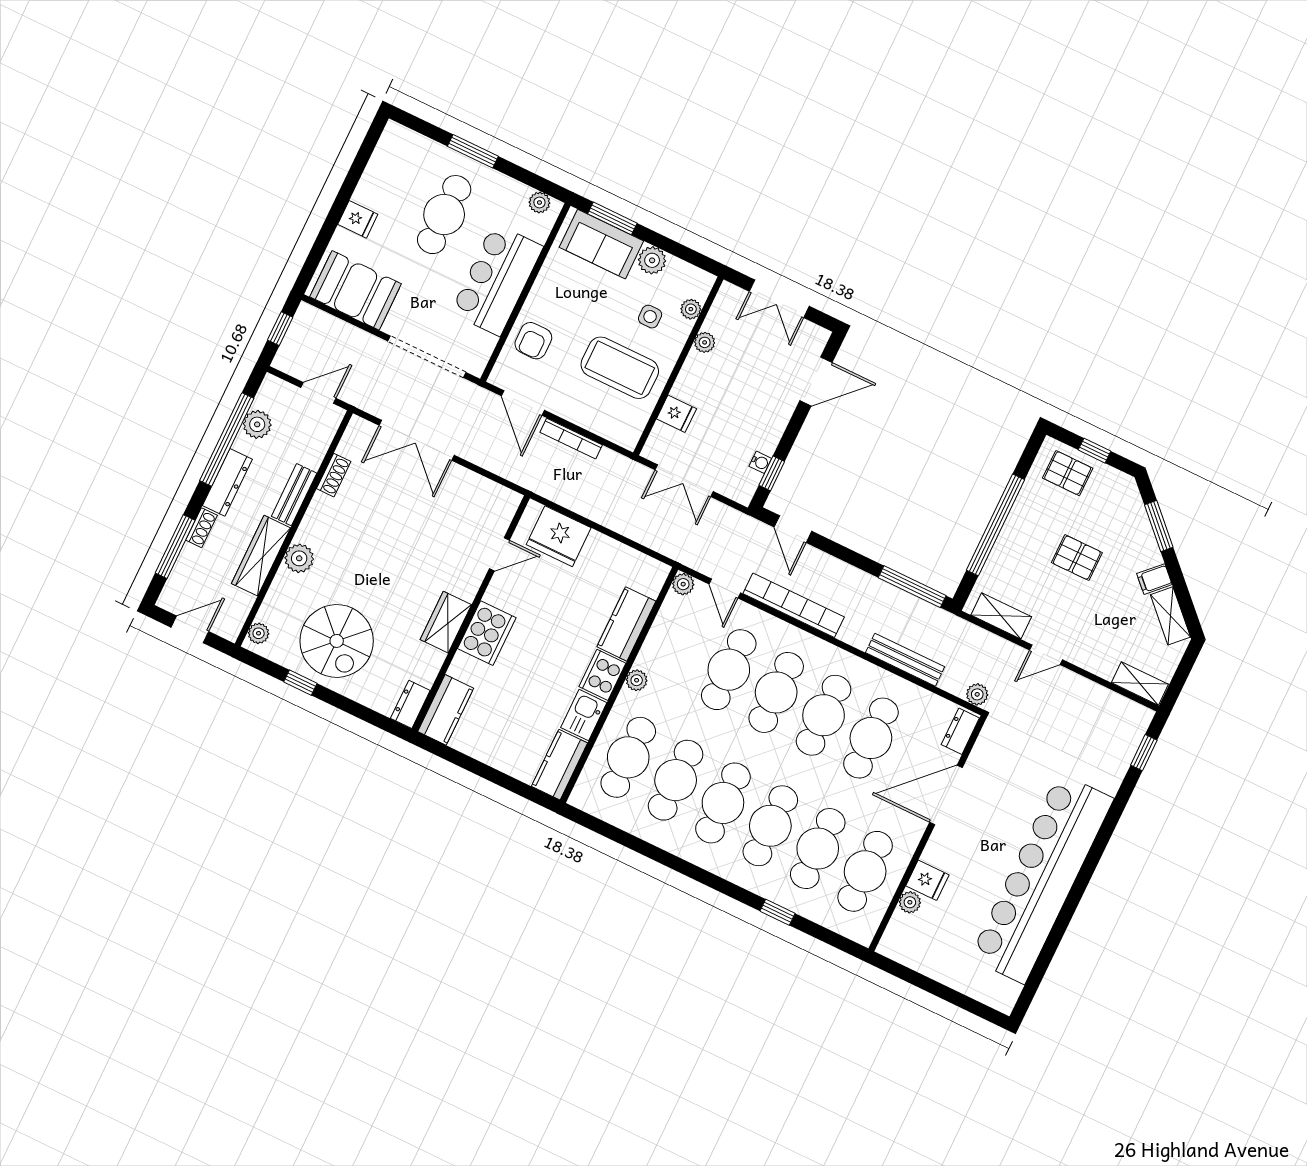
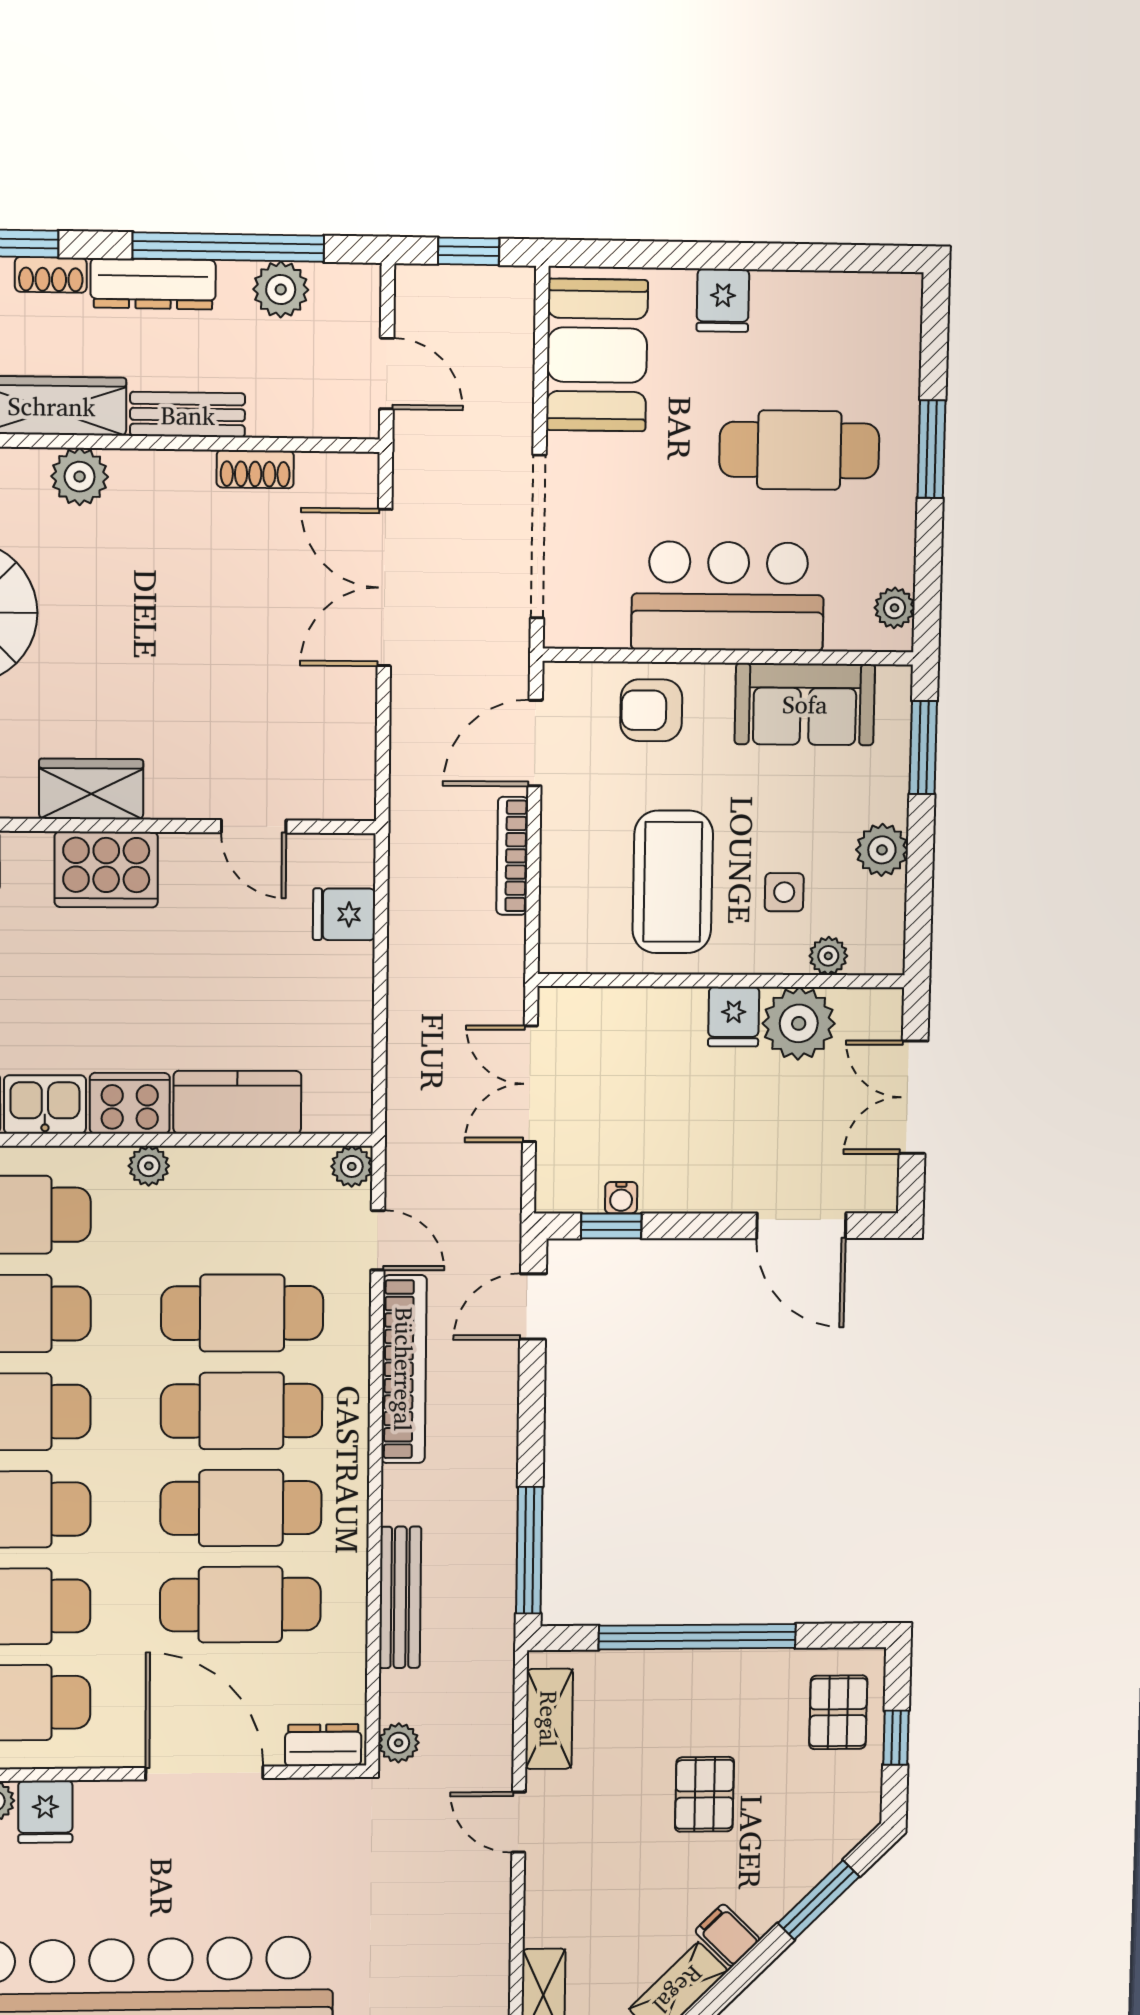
sofa: (601, 244) -> (805, 704), moved, turned -90
plant: (705, 342) -> (799, 1023), width x1.88, depth x1.88
fridge: (676, 414) -> (734, 1017), moved
fridge: (559, 536) -> (344, 914), width x0.53, depth x0.75
door: (725, 589) -> (378, 1240), swing flipped

